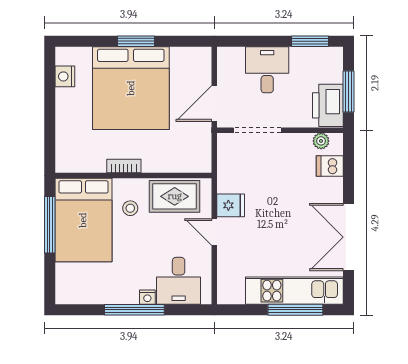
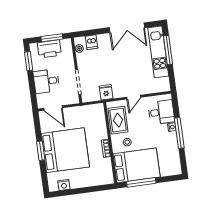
door: (214, 103) -> (53, 108), moved
printer: (328, 105) -> (49, 49), moved
fridge: (231, 205) -> (106, 92), moved

